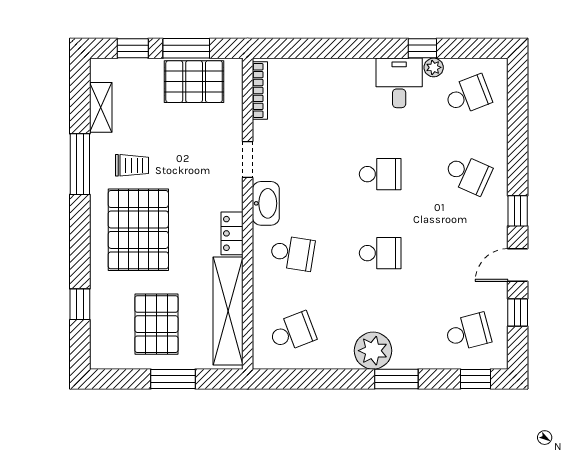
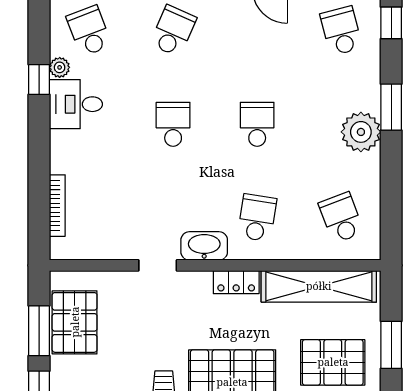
bookcase: (260, 90) -> (57, 206), moved, turned 90

